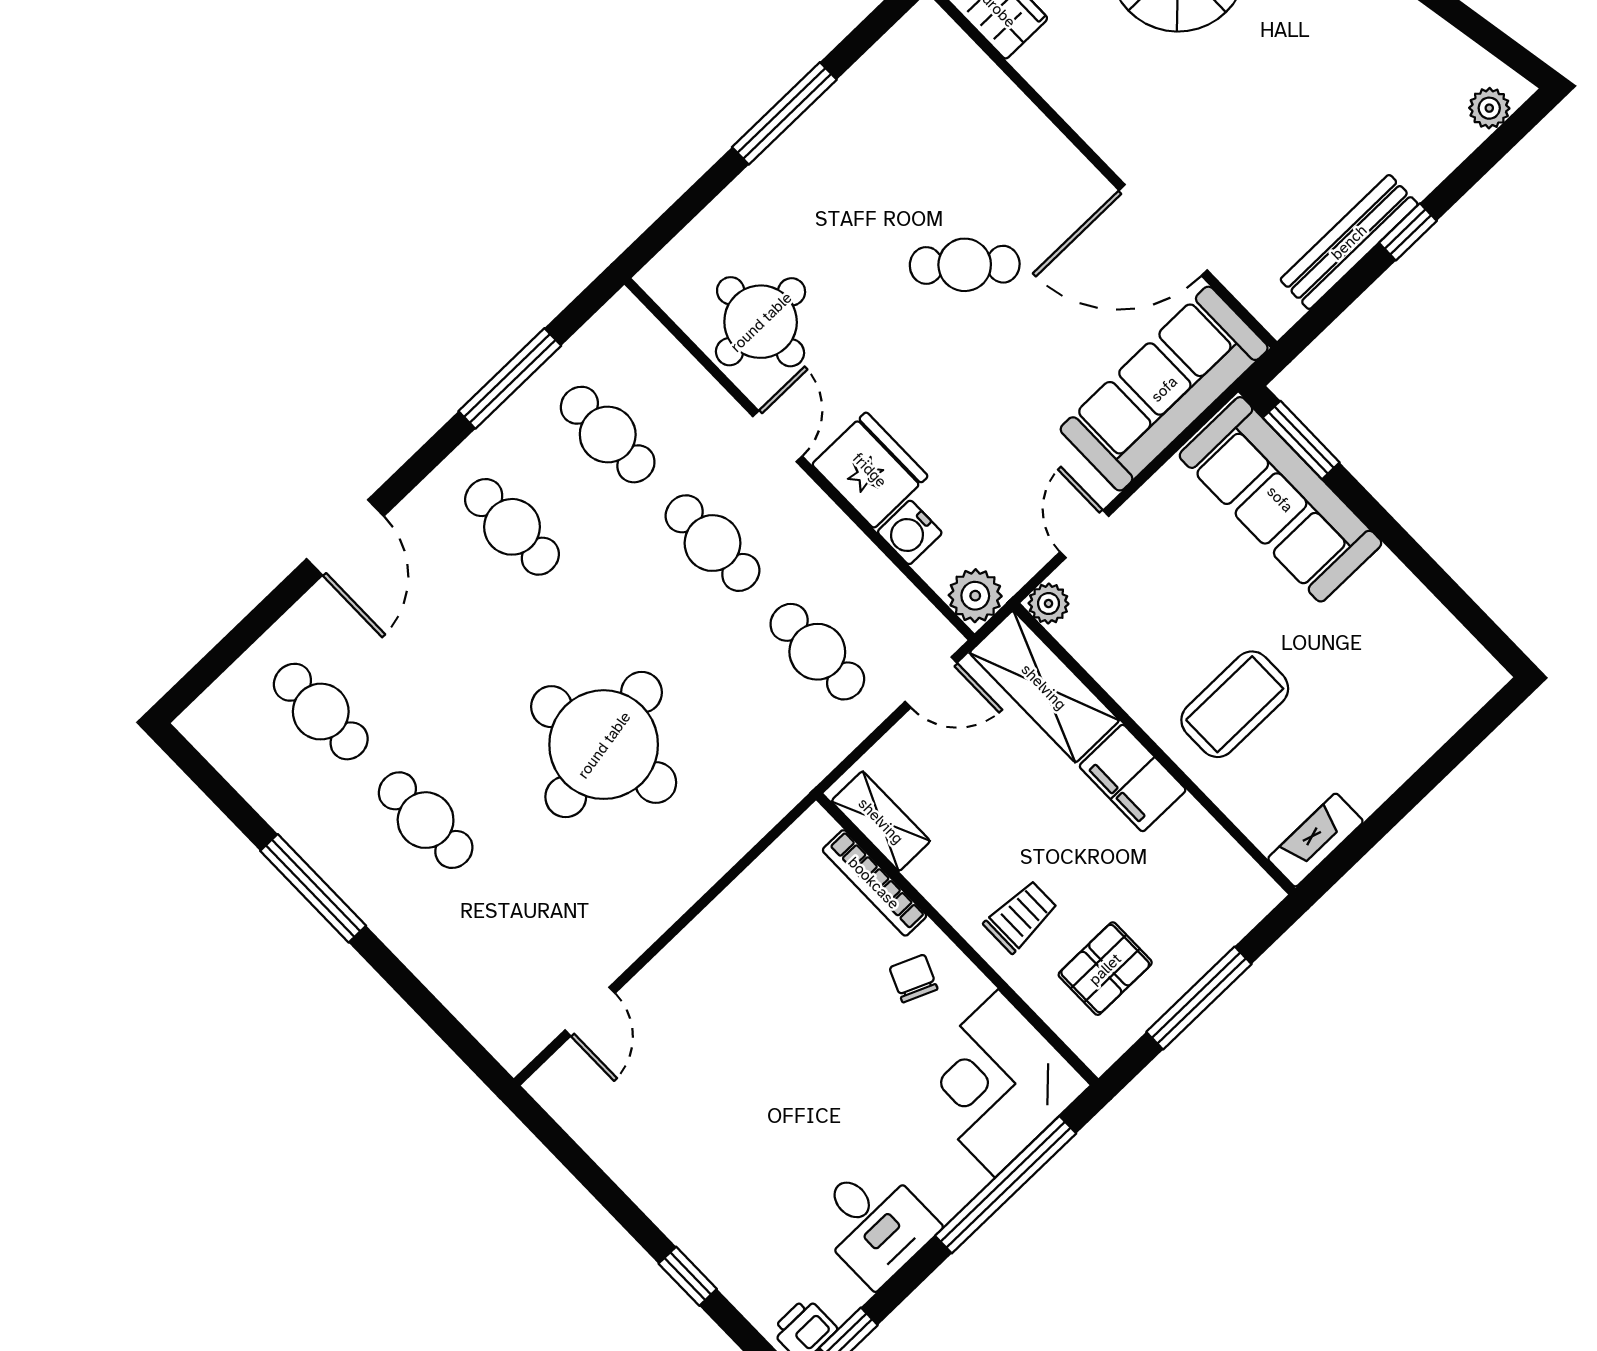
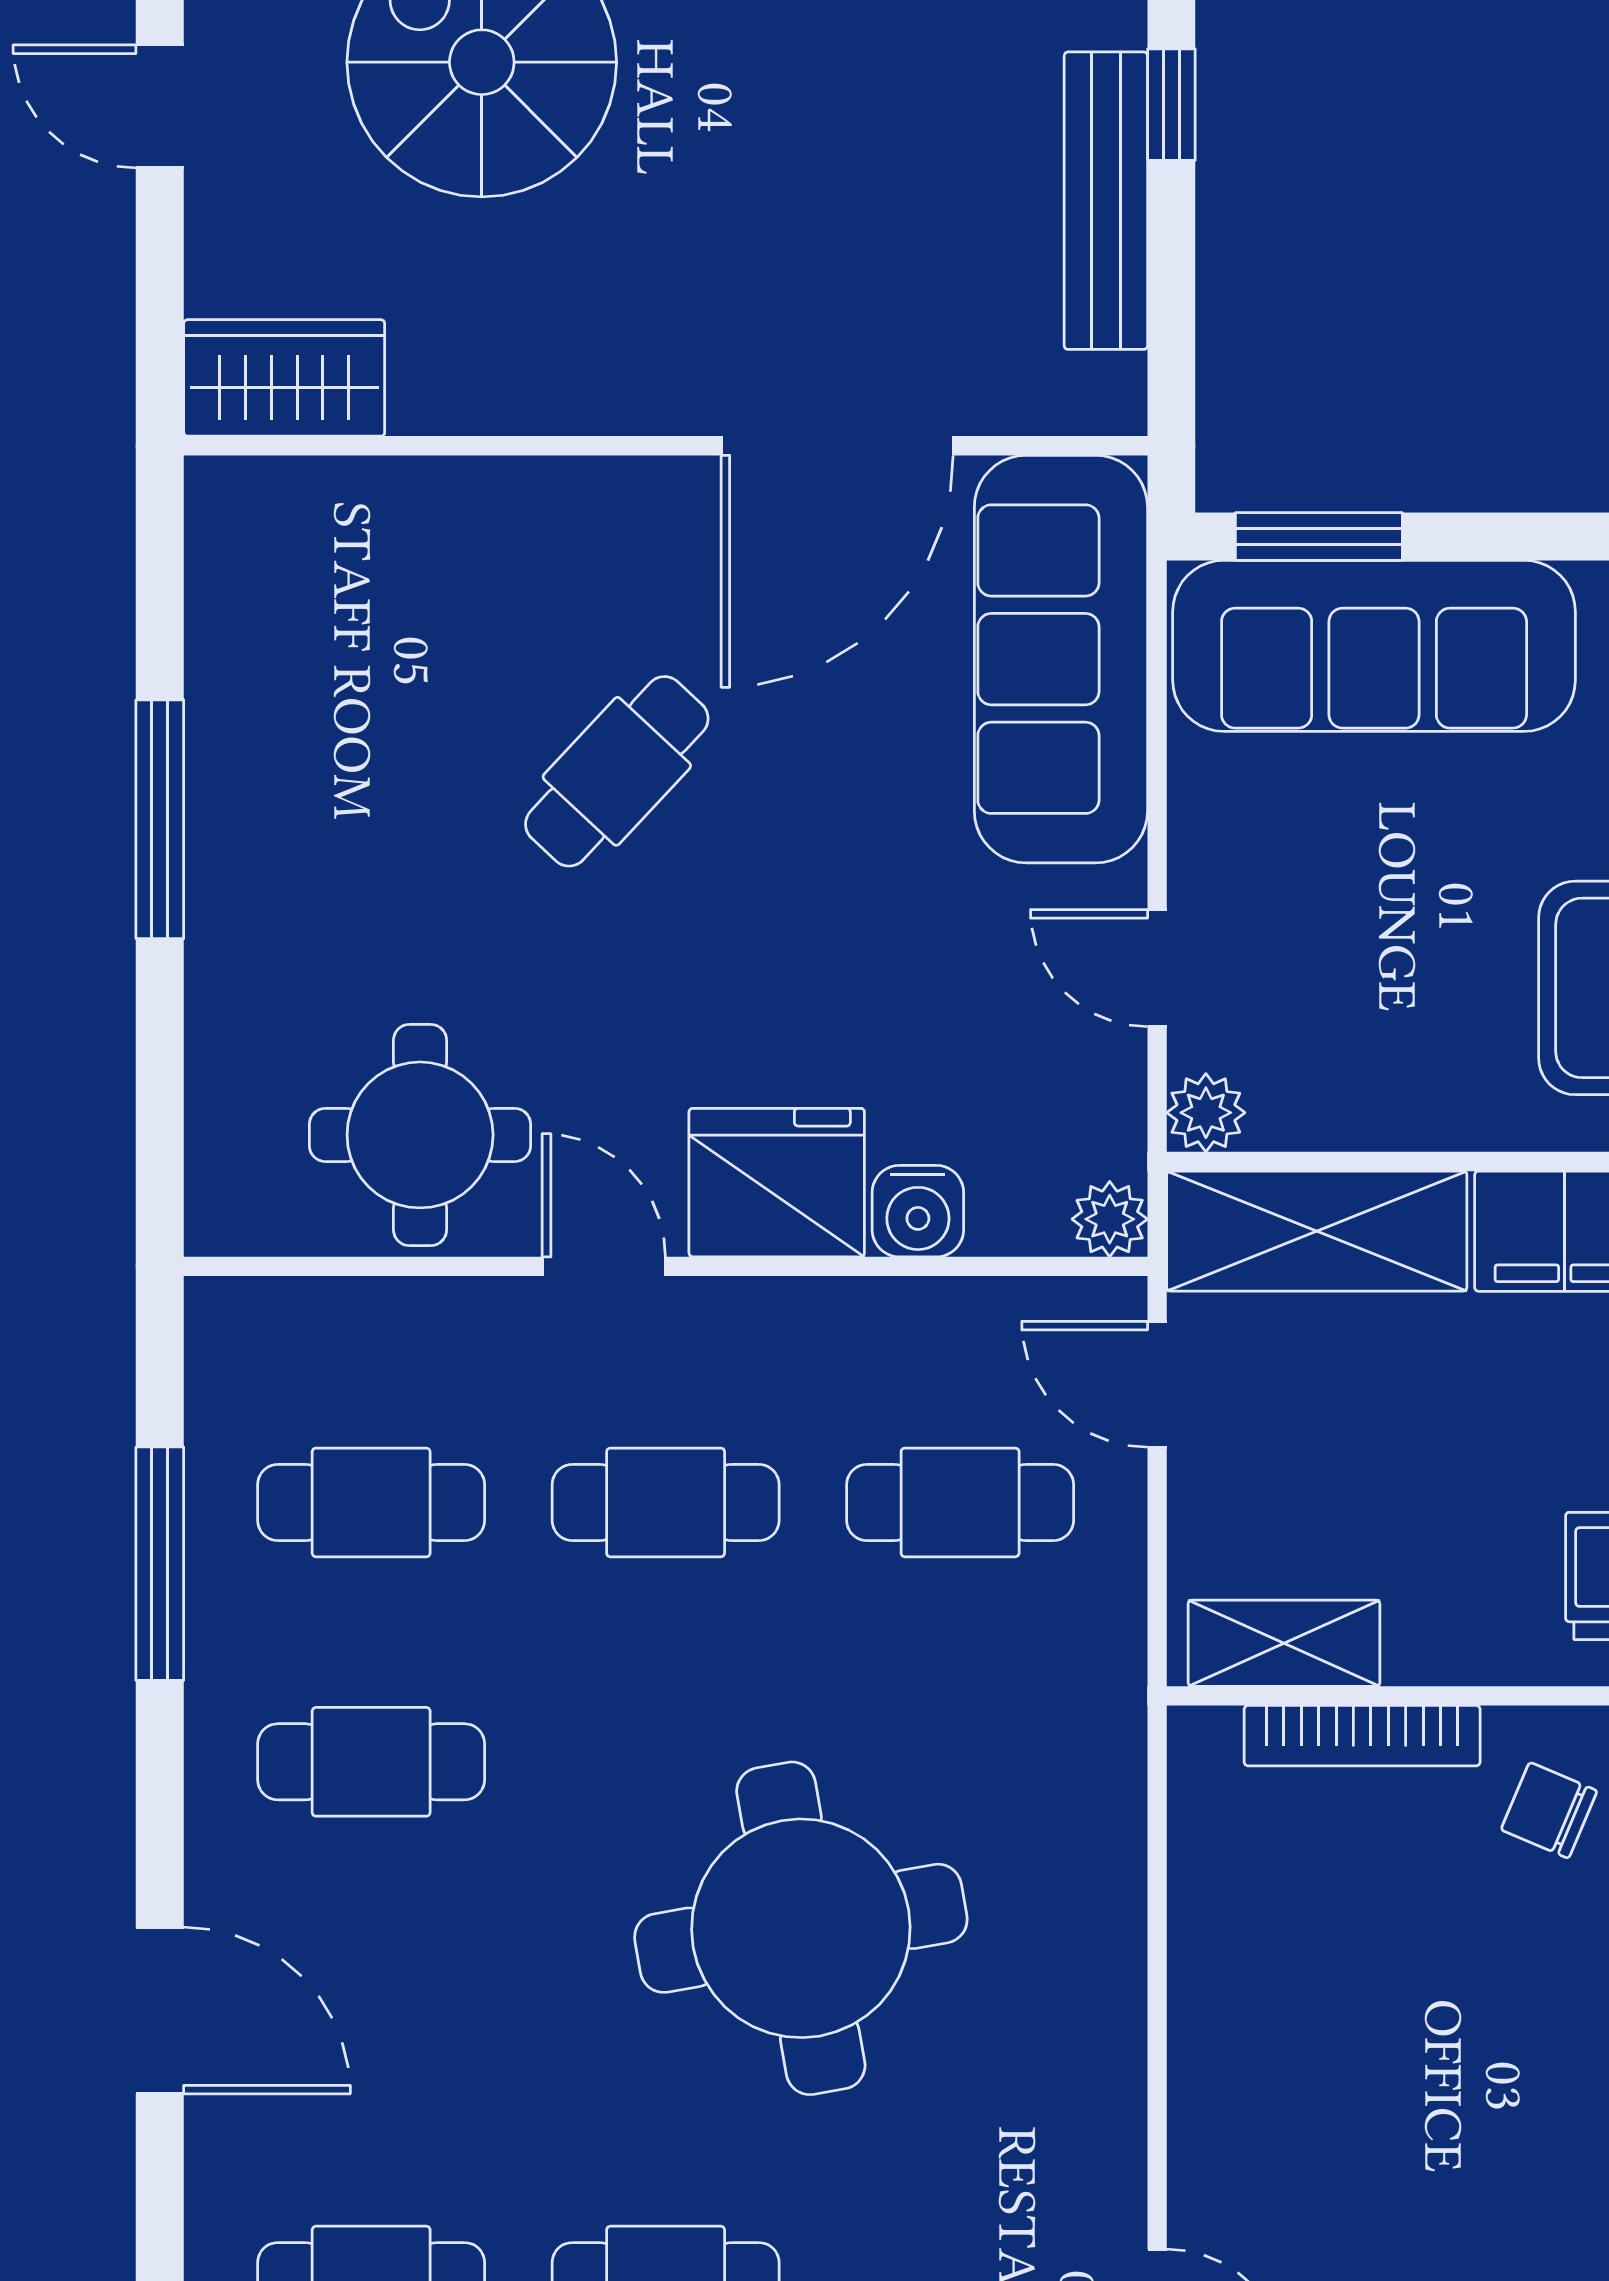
plant: (975, 596) -> (1110, 1219), width x0.73, depth x0.73
door: (931, 682) -> (1157, 1384), swing flipped

